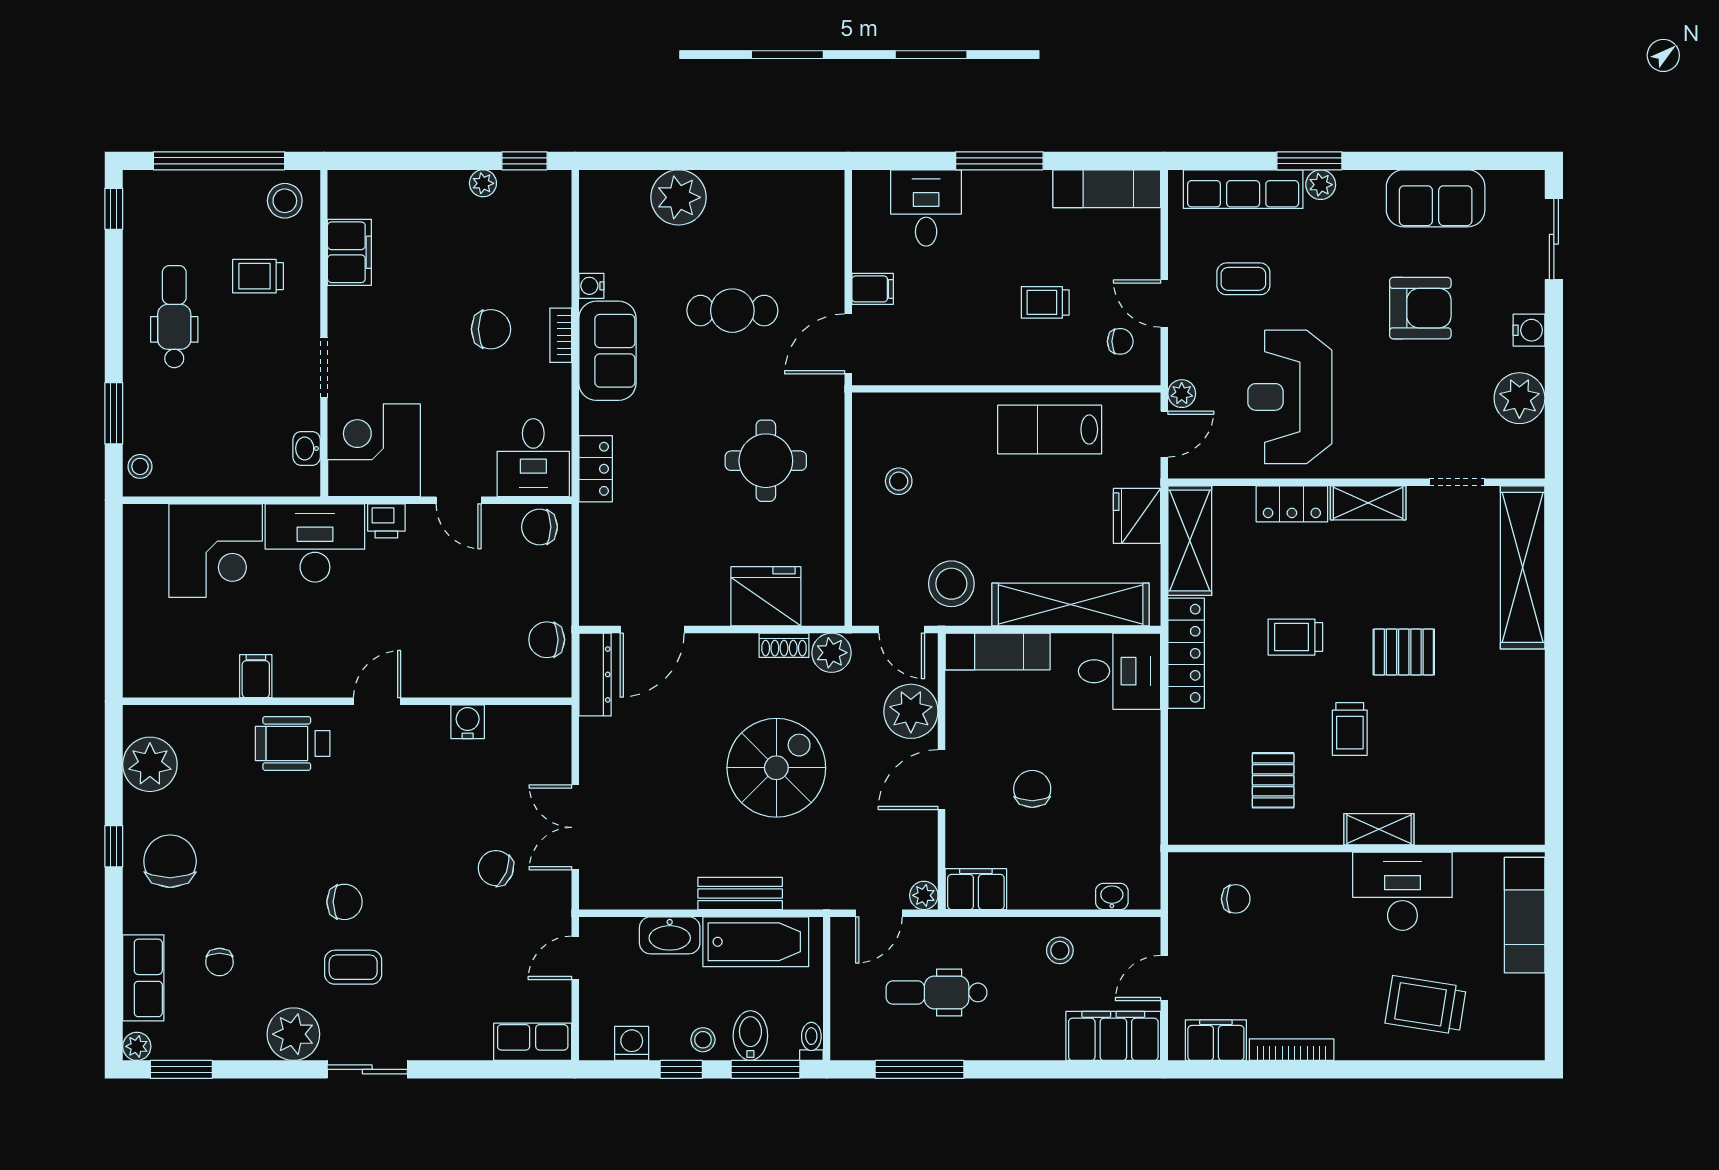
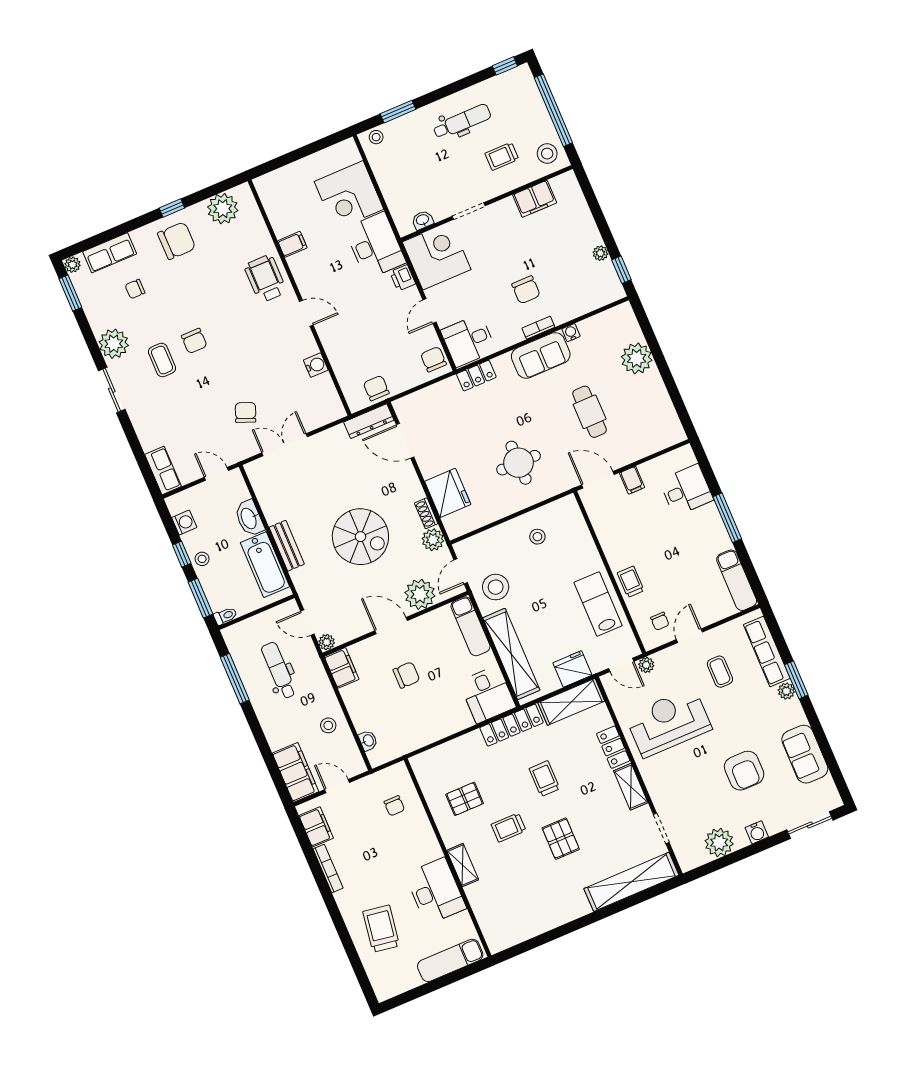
trolley: (258, 276) -> (502, 156), turned -90
trolley: (1045, 302) -> (631, 582), moved
bidet: (750, 1036) -> (215, 583), removed

